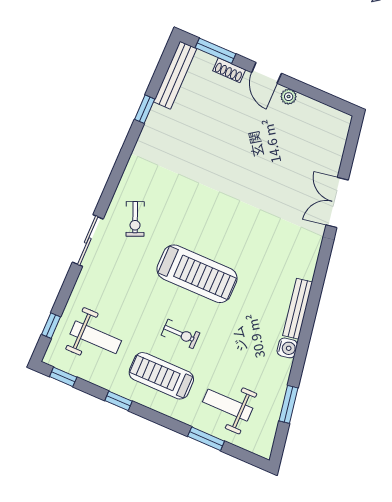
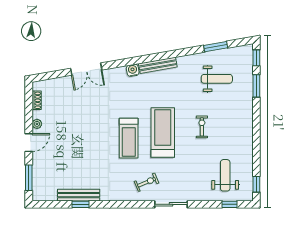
shoe rack: (229, 70) -> (37, 100), moved
bench: (175, 75) -> (79, 195), moved
water cooler: (287, 348) -> (133, 70), moved
treadmill: (161, 376) -> (129, 138), moved
window: (118, 401) -> (256, 58), moved
weight bench: (228, 405) -> (217, 79), moved, turned -90

